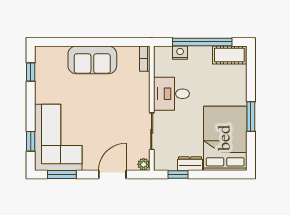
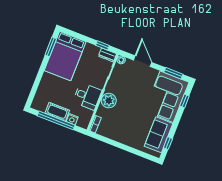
cot: (229, 55) -> (57, 112), moved
sofa: (92, 60) -> (159, 135), moved, turned -90
plant: (139, 100) -> (109, 101), added
window: (251, 117) -> (51, 47), moved
dresser: (190, 164) -> (107, 55), moved
door: (112, 174) -> (143, 61), swing flipped

